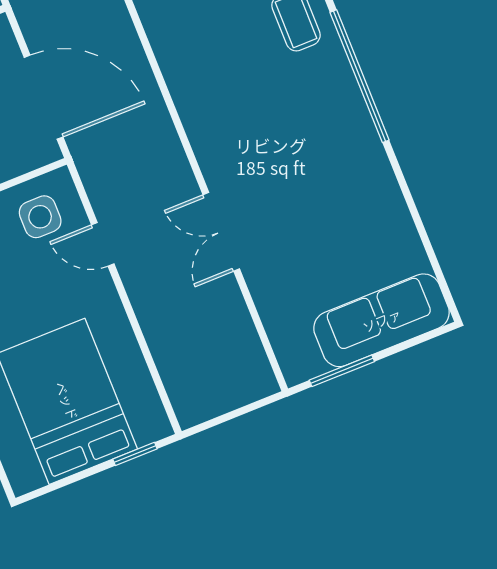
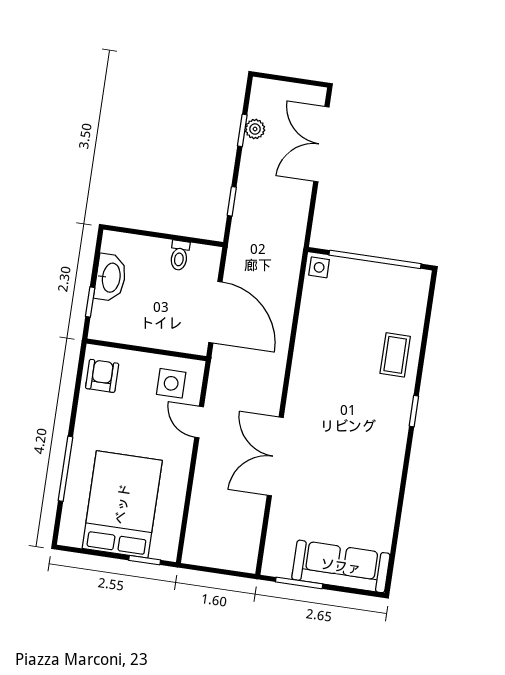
window: (360, 76) -> (414, 411), width x0.32
double door: (221, 232) -> (275, 456), width x1.37

